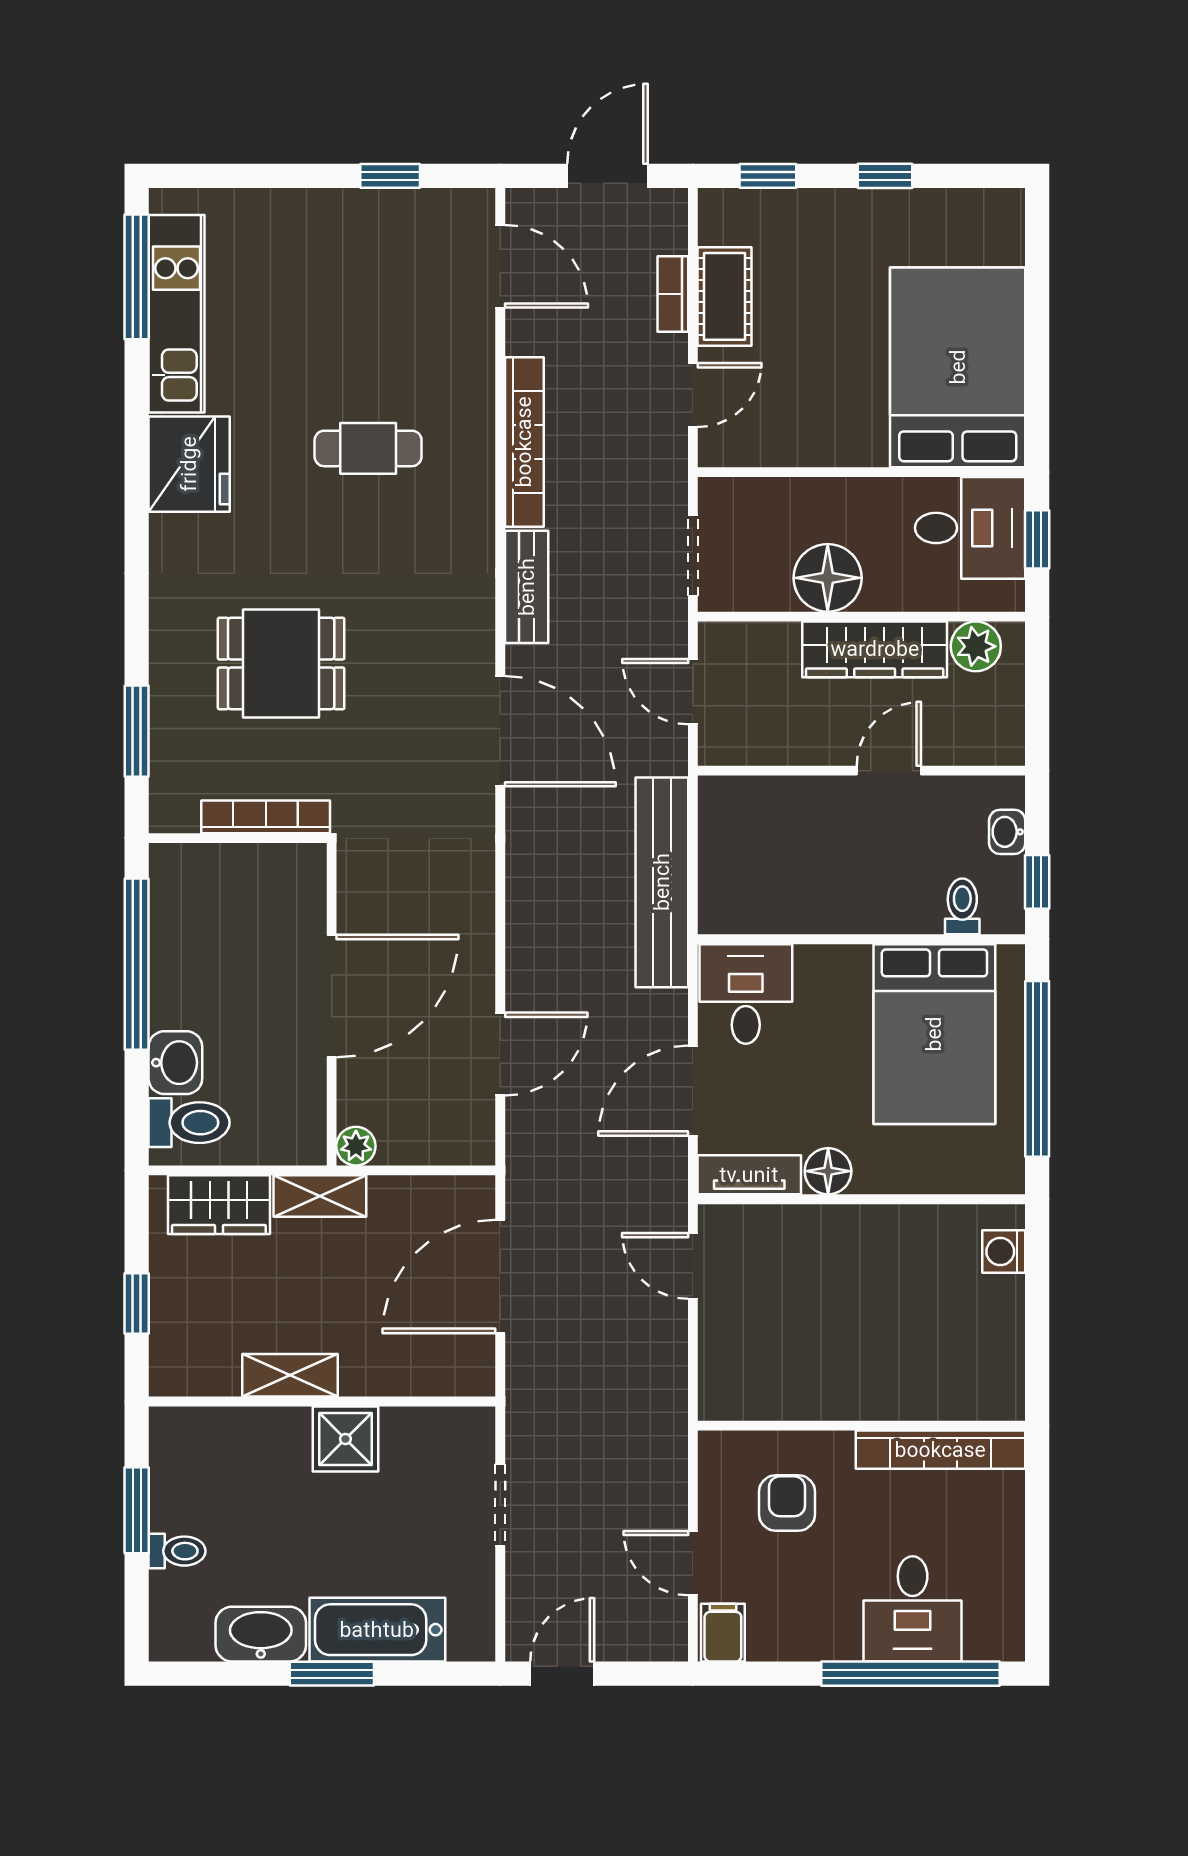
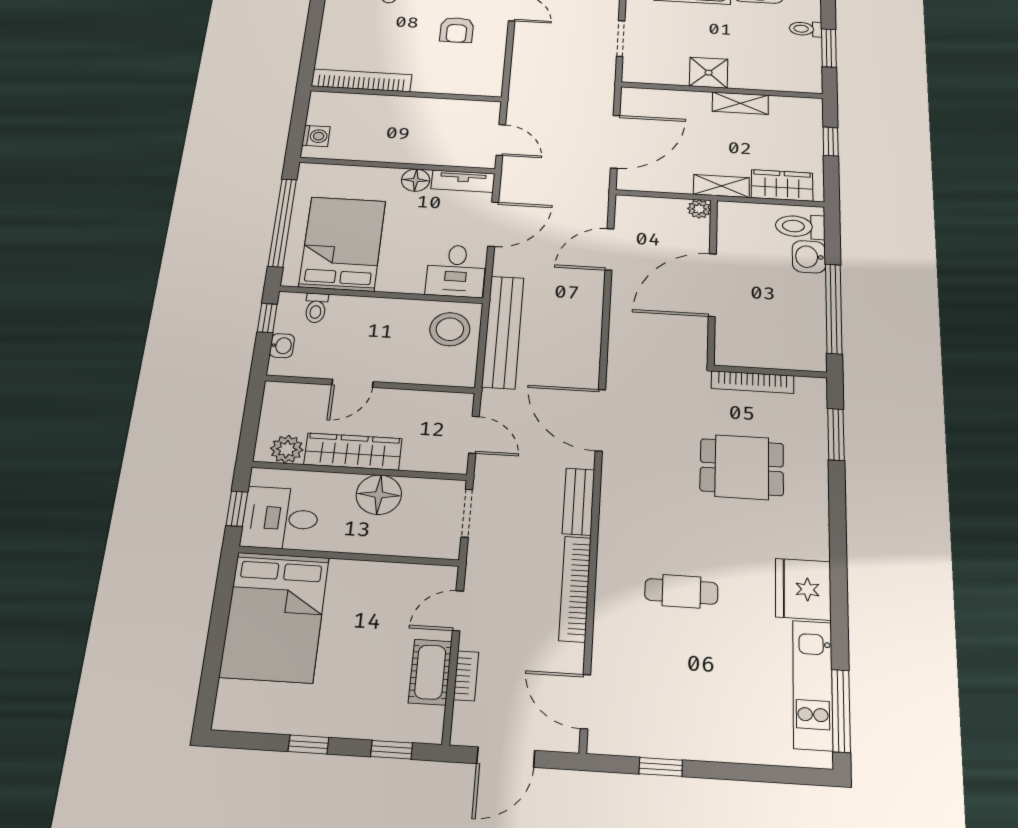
stool: (746, 881) -> (450, 329), added
wall: (861, 1426) -> (406, 94), moved
bookcase: (940, 1450) -> (362, 80), moved

